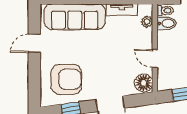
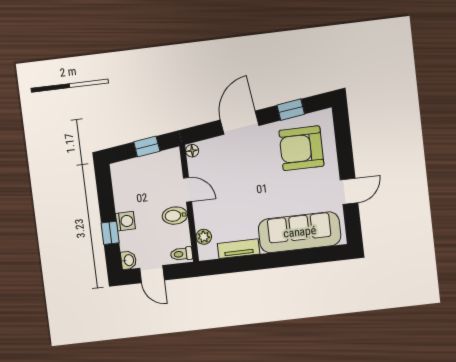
bidet: (167, 23) -> (175, 216), moved
floor lamp: (144, 83) -> (192, 151), width x0.53, depth x0.53

